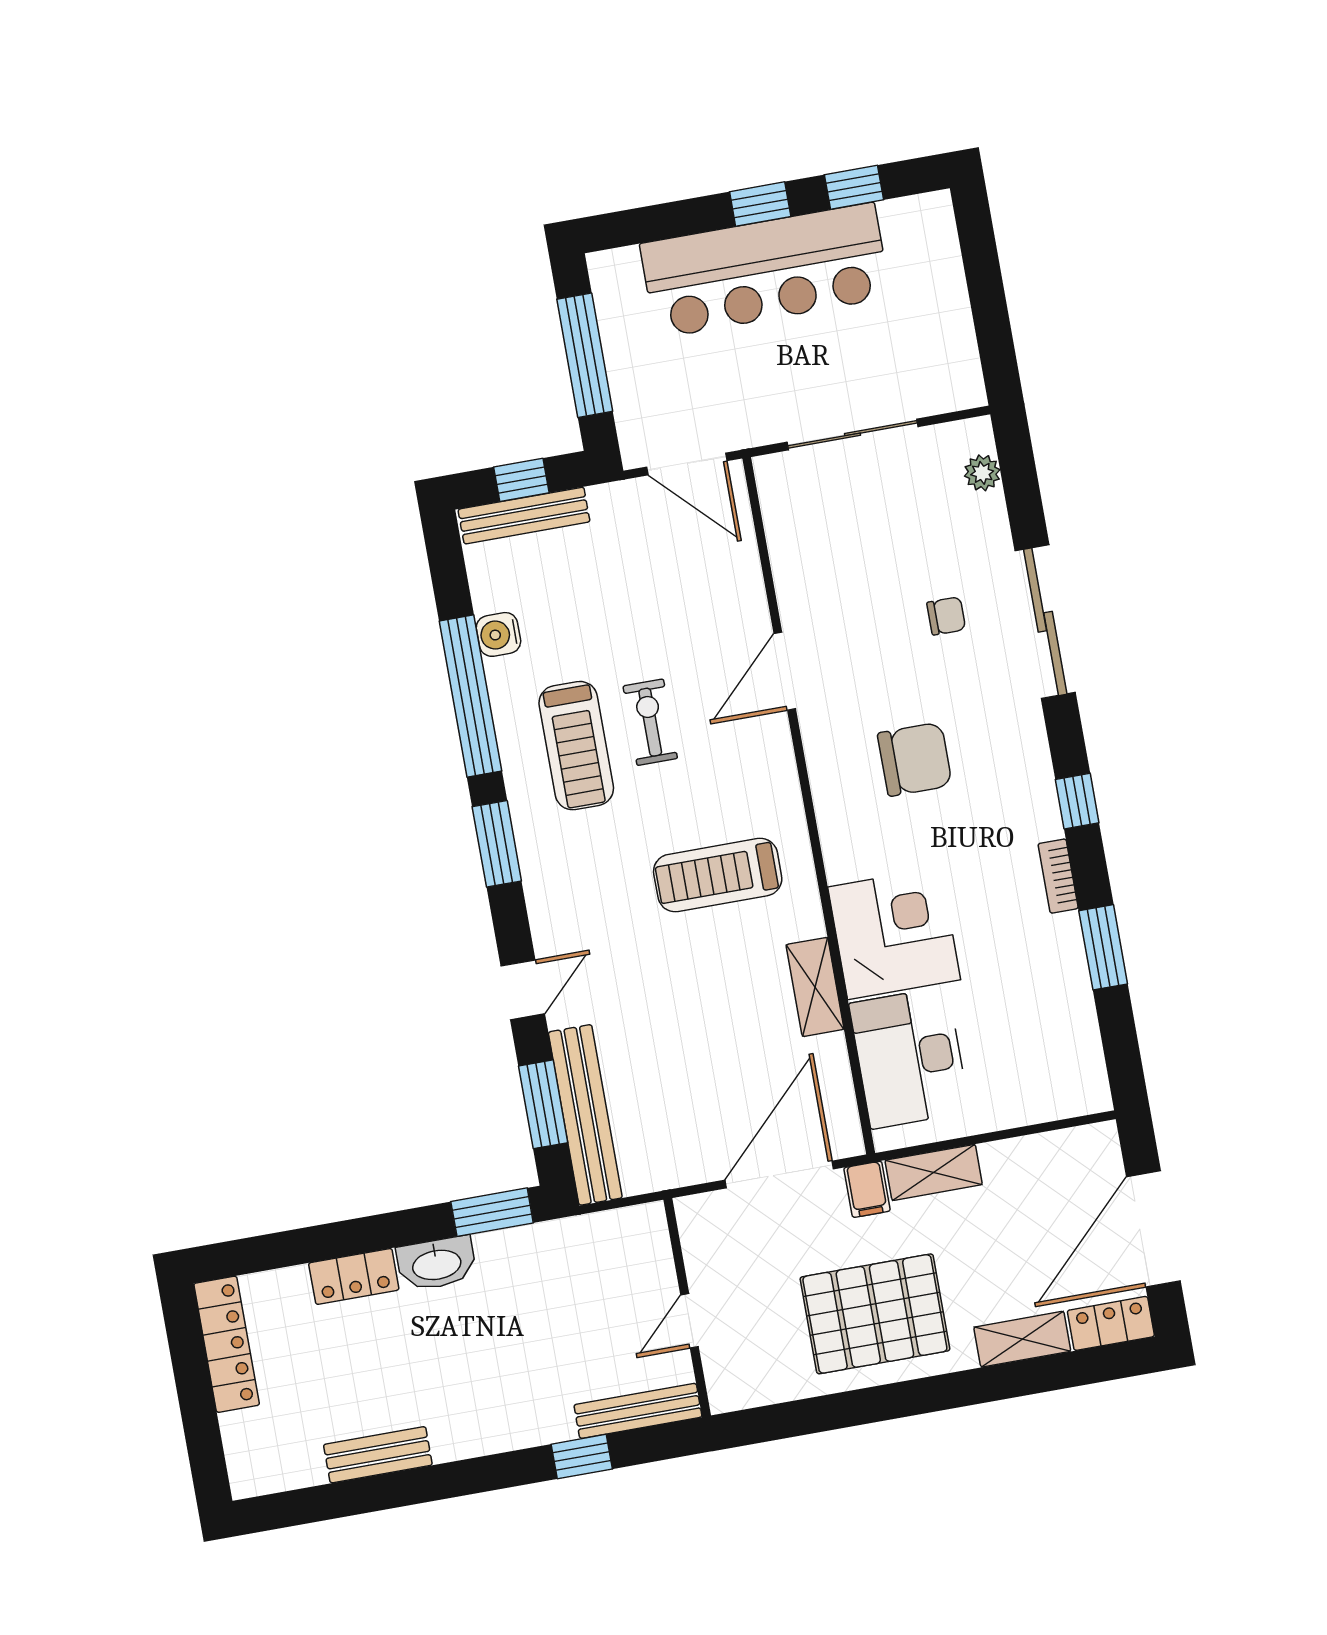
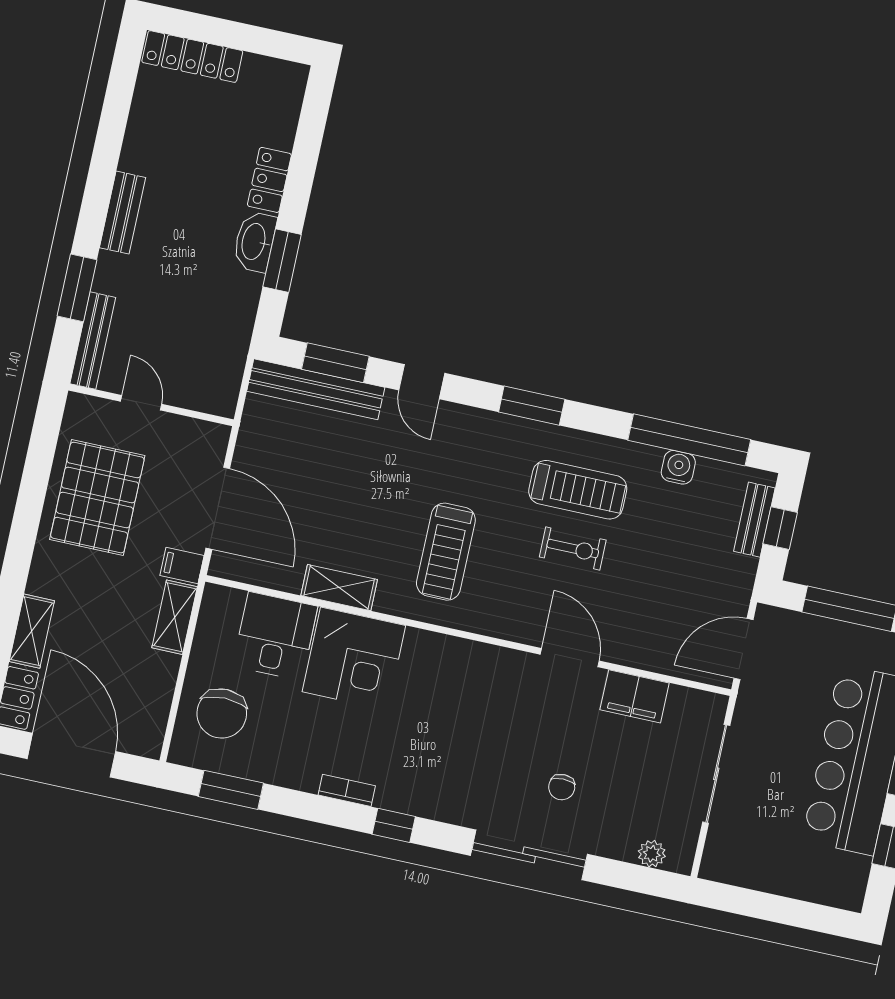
bench: (524, 516) -> (754, 520), width x0.73
filing cabinet: (799, 573) -> (635, 696), added
window: (470, 696) -> (689, 440), moved
treadmill: (576, 746) -> (578, 490), turned 180
chair: (915, 759) -> (222, 713), moved
treadmill: (718, 875) -> (446, 552), turned 180
window: (1103, 947) -> (231, 790), moved
desk: (909, 1058) -> (275, 636), width x0.73
window: (492, 1212) -> (282, 261), moved
pallet: (875, 1314) -> (97, 498), moved
locker: (227, 1344) -> (192, 57), moved
bench: (378, 1455) -> (122, 213), moved
window: (582, 1457) -> (77, 288), width x1.50

